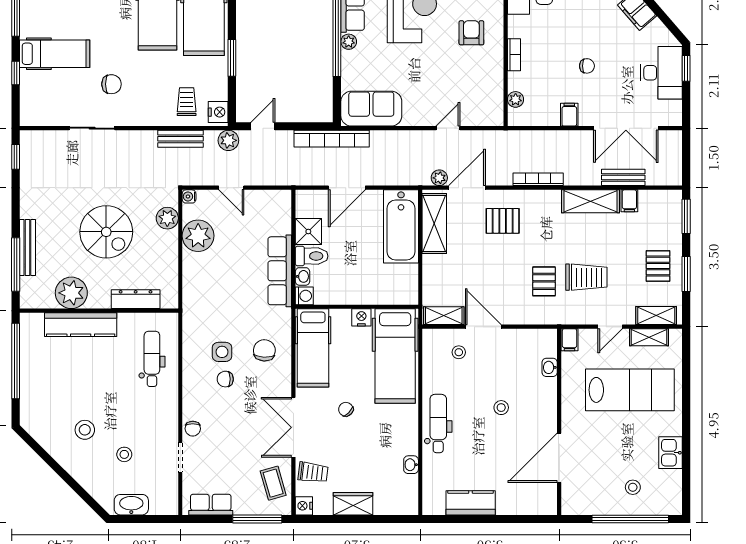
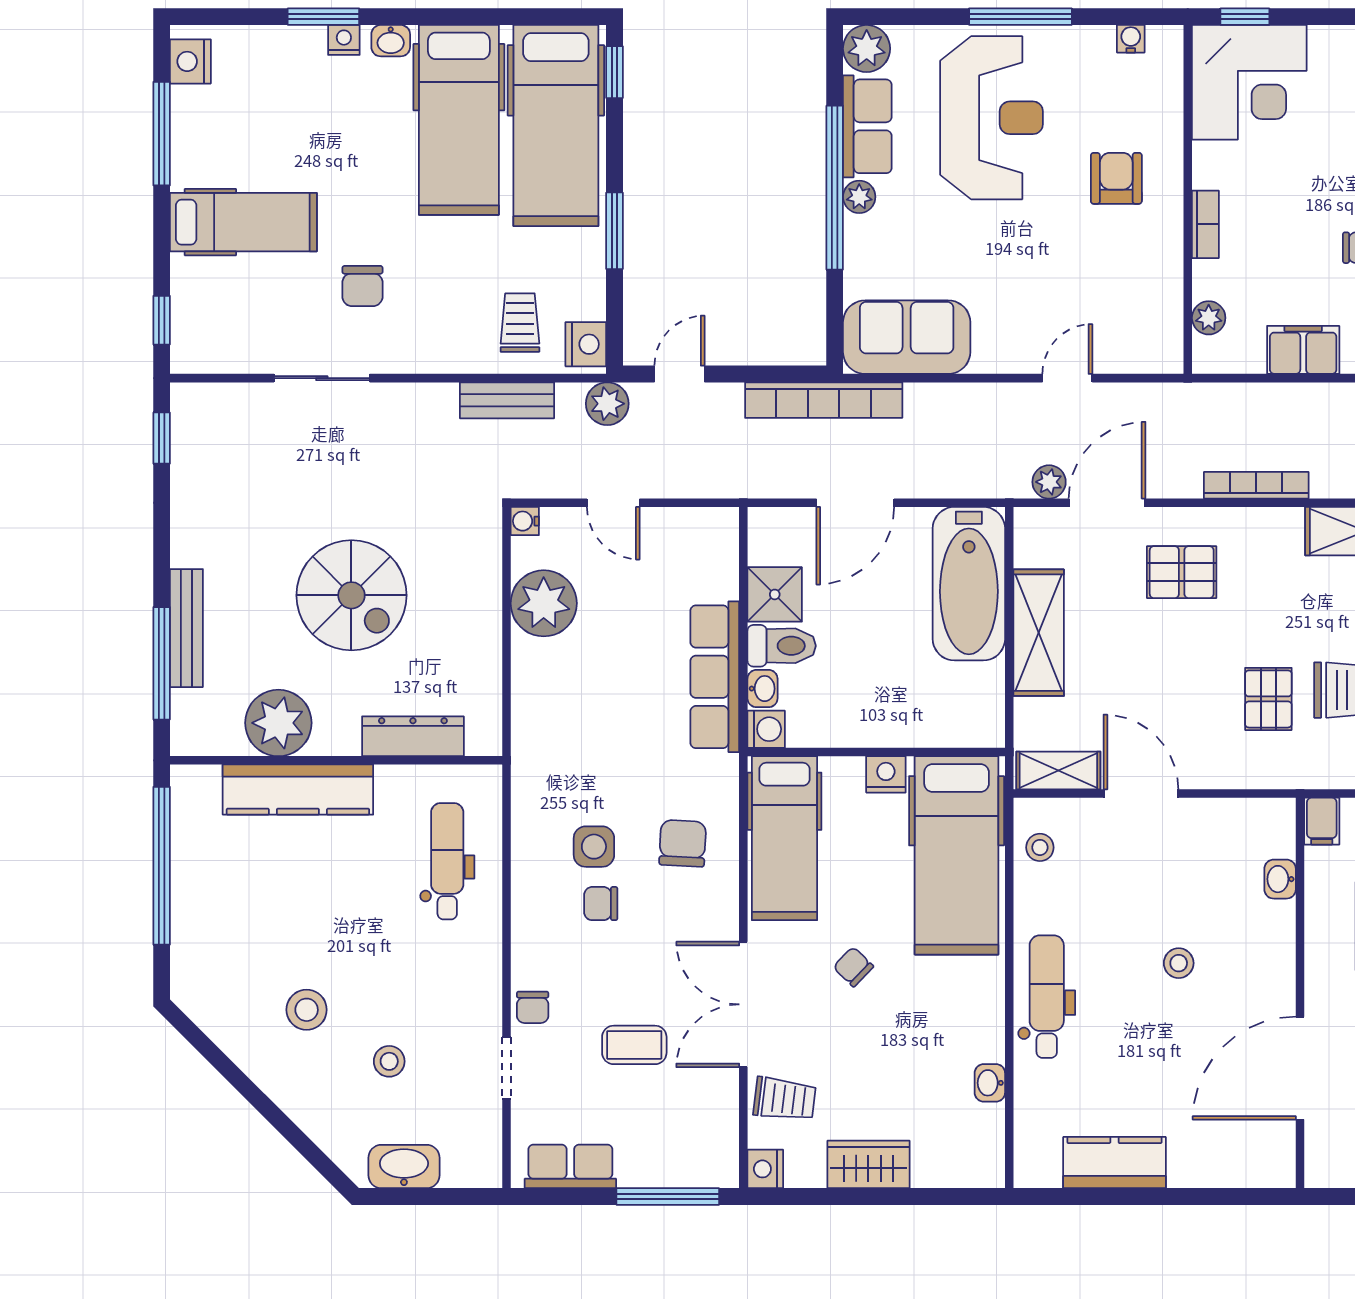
window: (16, 73) -> (162, 320), moved
chair: (111, 84) -> (362, 286), turned 90
filing cabinet: (569, 115) -> (1303, 350), width x2.00
plant: (167, 218) -> (479, 567), removed
shelving: (434, 224) -> (1039, 633), moved
stool: (459, 352) -> (1040, 847), moved
coffee table: (273, 483) -> (634, 1045), moved, turned -74

